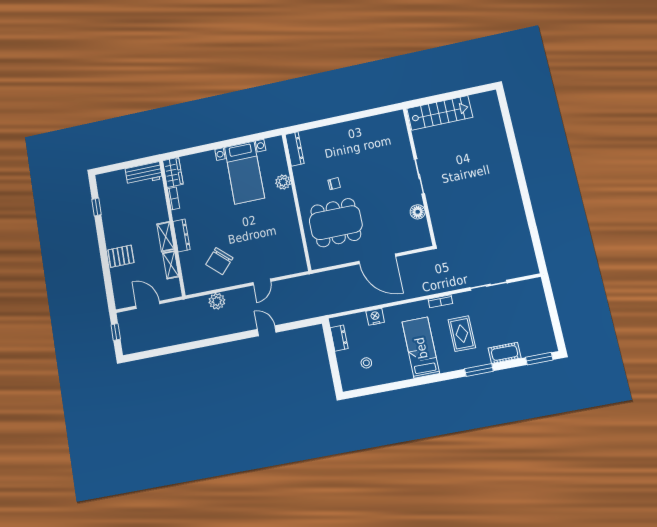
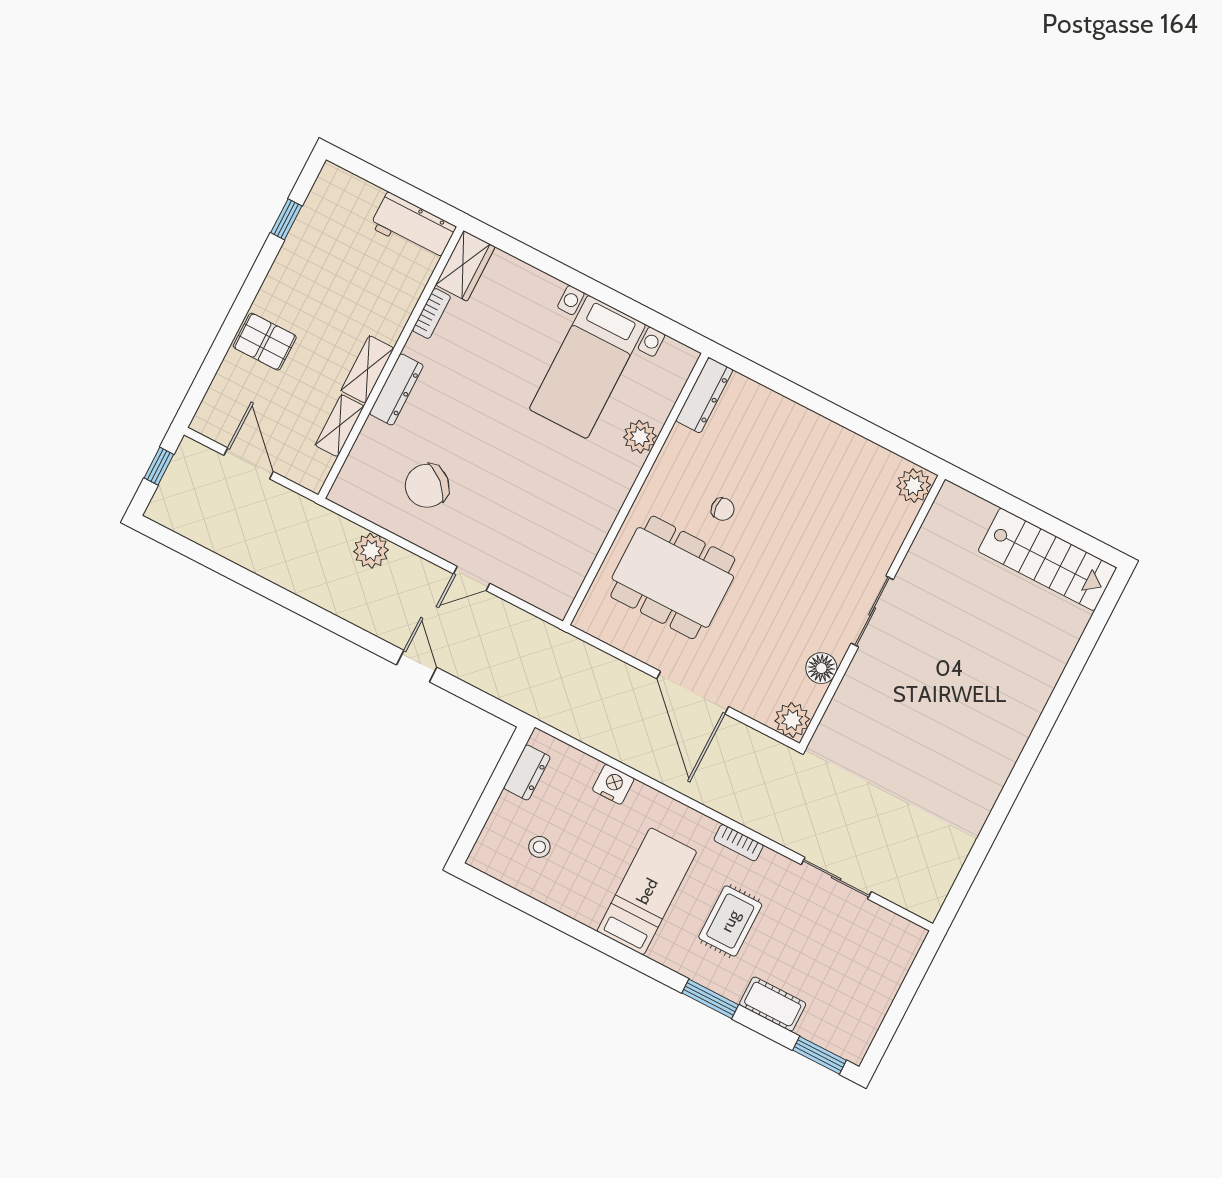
stairs: (440, 113) -> (1047, 559), moved
plant: (397, 120) -> (914, 486), added
plant: (423, 239) -> (792, 720), added

